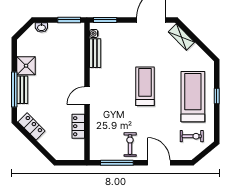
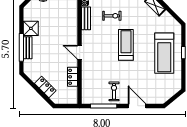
door: (87, 96) -> (80, 52), hinge flipped
treadmill: (193, 97) -> (164, 53), turned 180
locker: (32, 126) -> (45, 87), moved
exercise bike: (192, 136) -> (112, 16), moved

